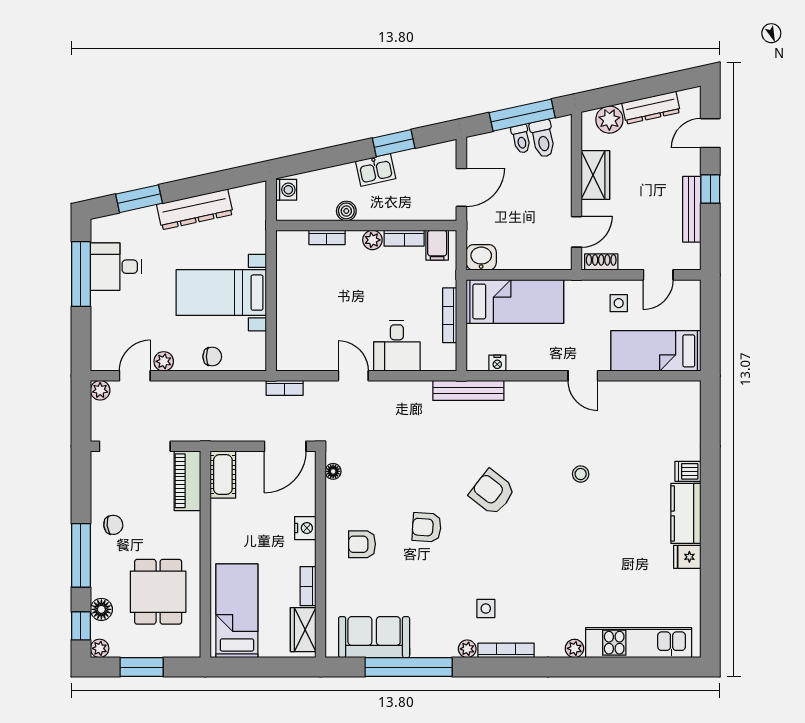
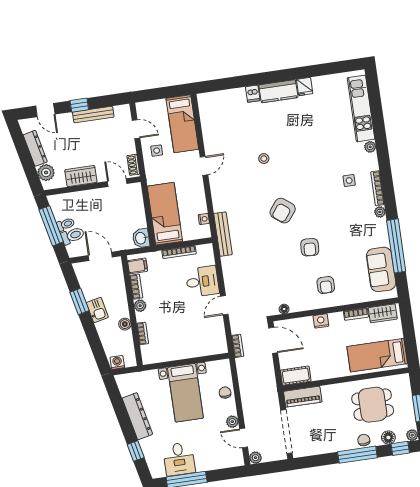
toilet: (543, 139) -> (73, 236), moved
window: (139, 199) -> (136, 451), width x0.67
chair: (113, 525) -> (364, 440), moved
side table: (486, 609) -> (349, 181), moved

